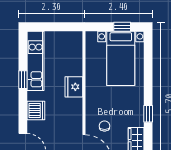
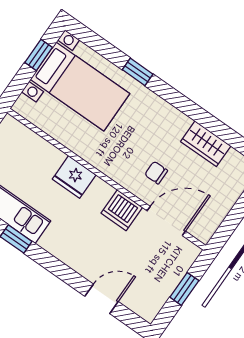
dishwasher: (36, 111) -> (122, 210), moved, turned 180
window: (148, 114) -> (138, 72), moved

